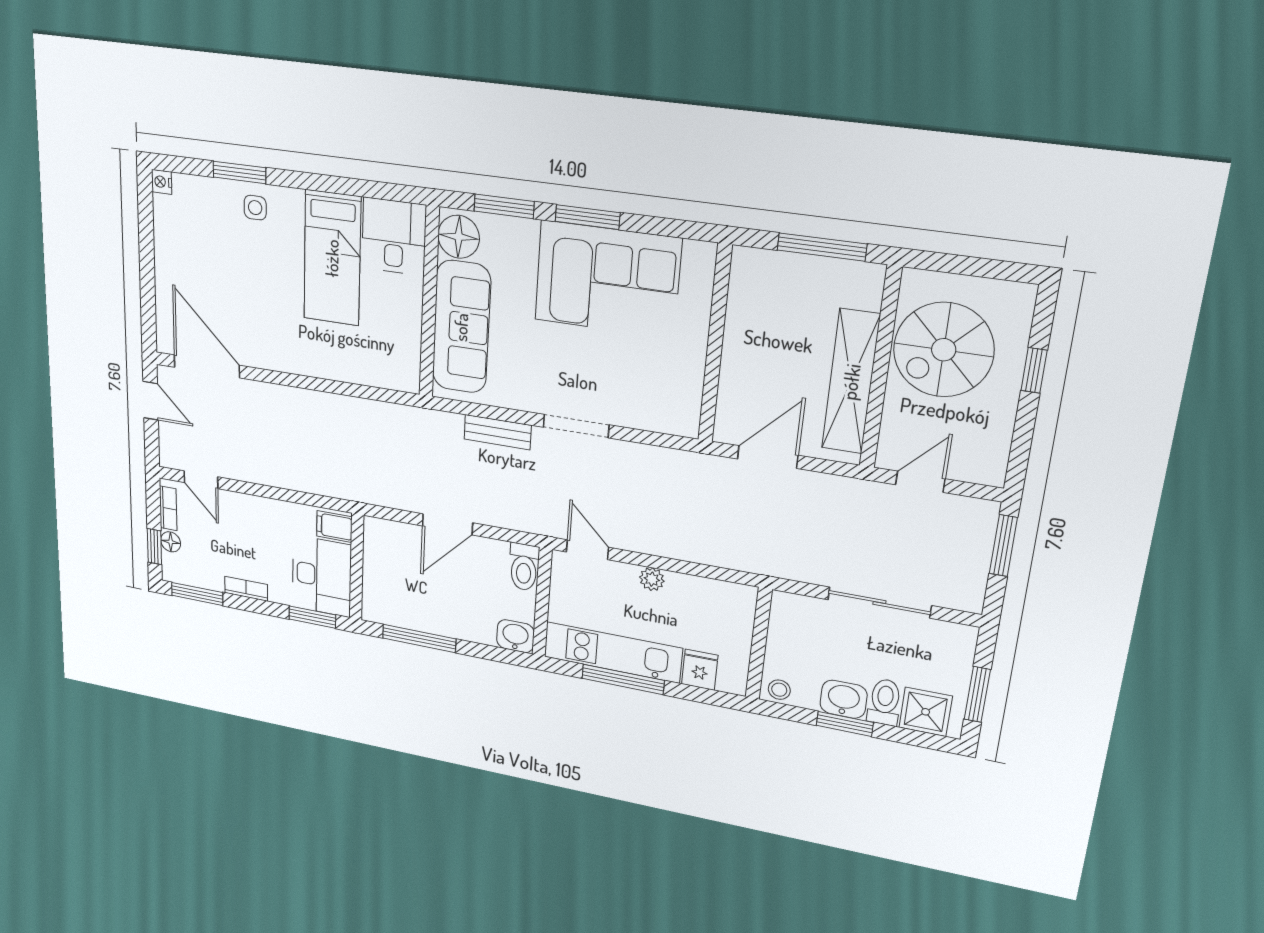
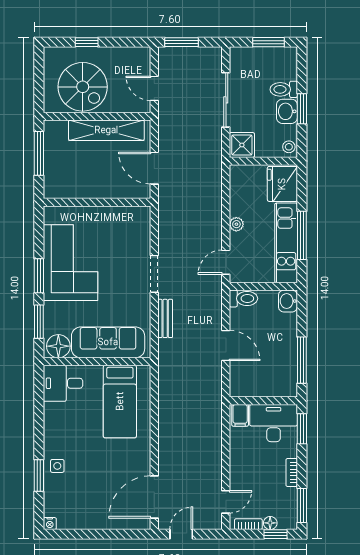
bed: (332, 258) -> (120, 401), moved, turned 90
fridge: (700, 670) -> (282, 184), width x1.88, depth x1.34
shower: (926, 712) -> (242, 145), moved

